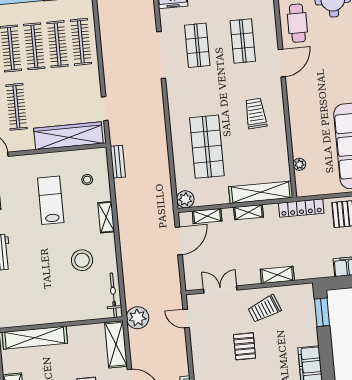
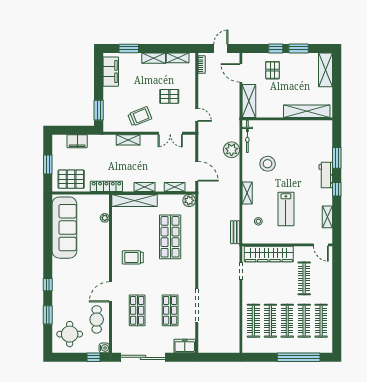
trolley: (256, 113) -> (133, 257), turned 94
door: (179, 241) -> (197, 171), swing flipped
plant: (138, 318) -> (232, 150), moved
pallet: (245, 346) -> (169, 96), moved, turned 90

